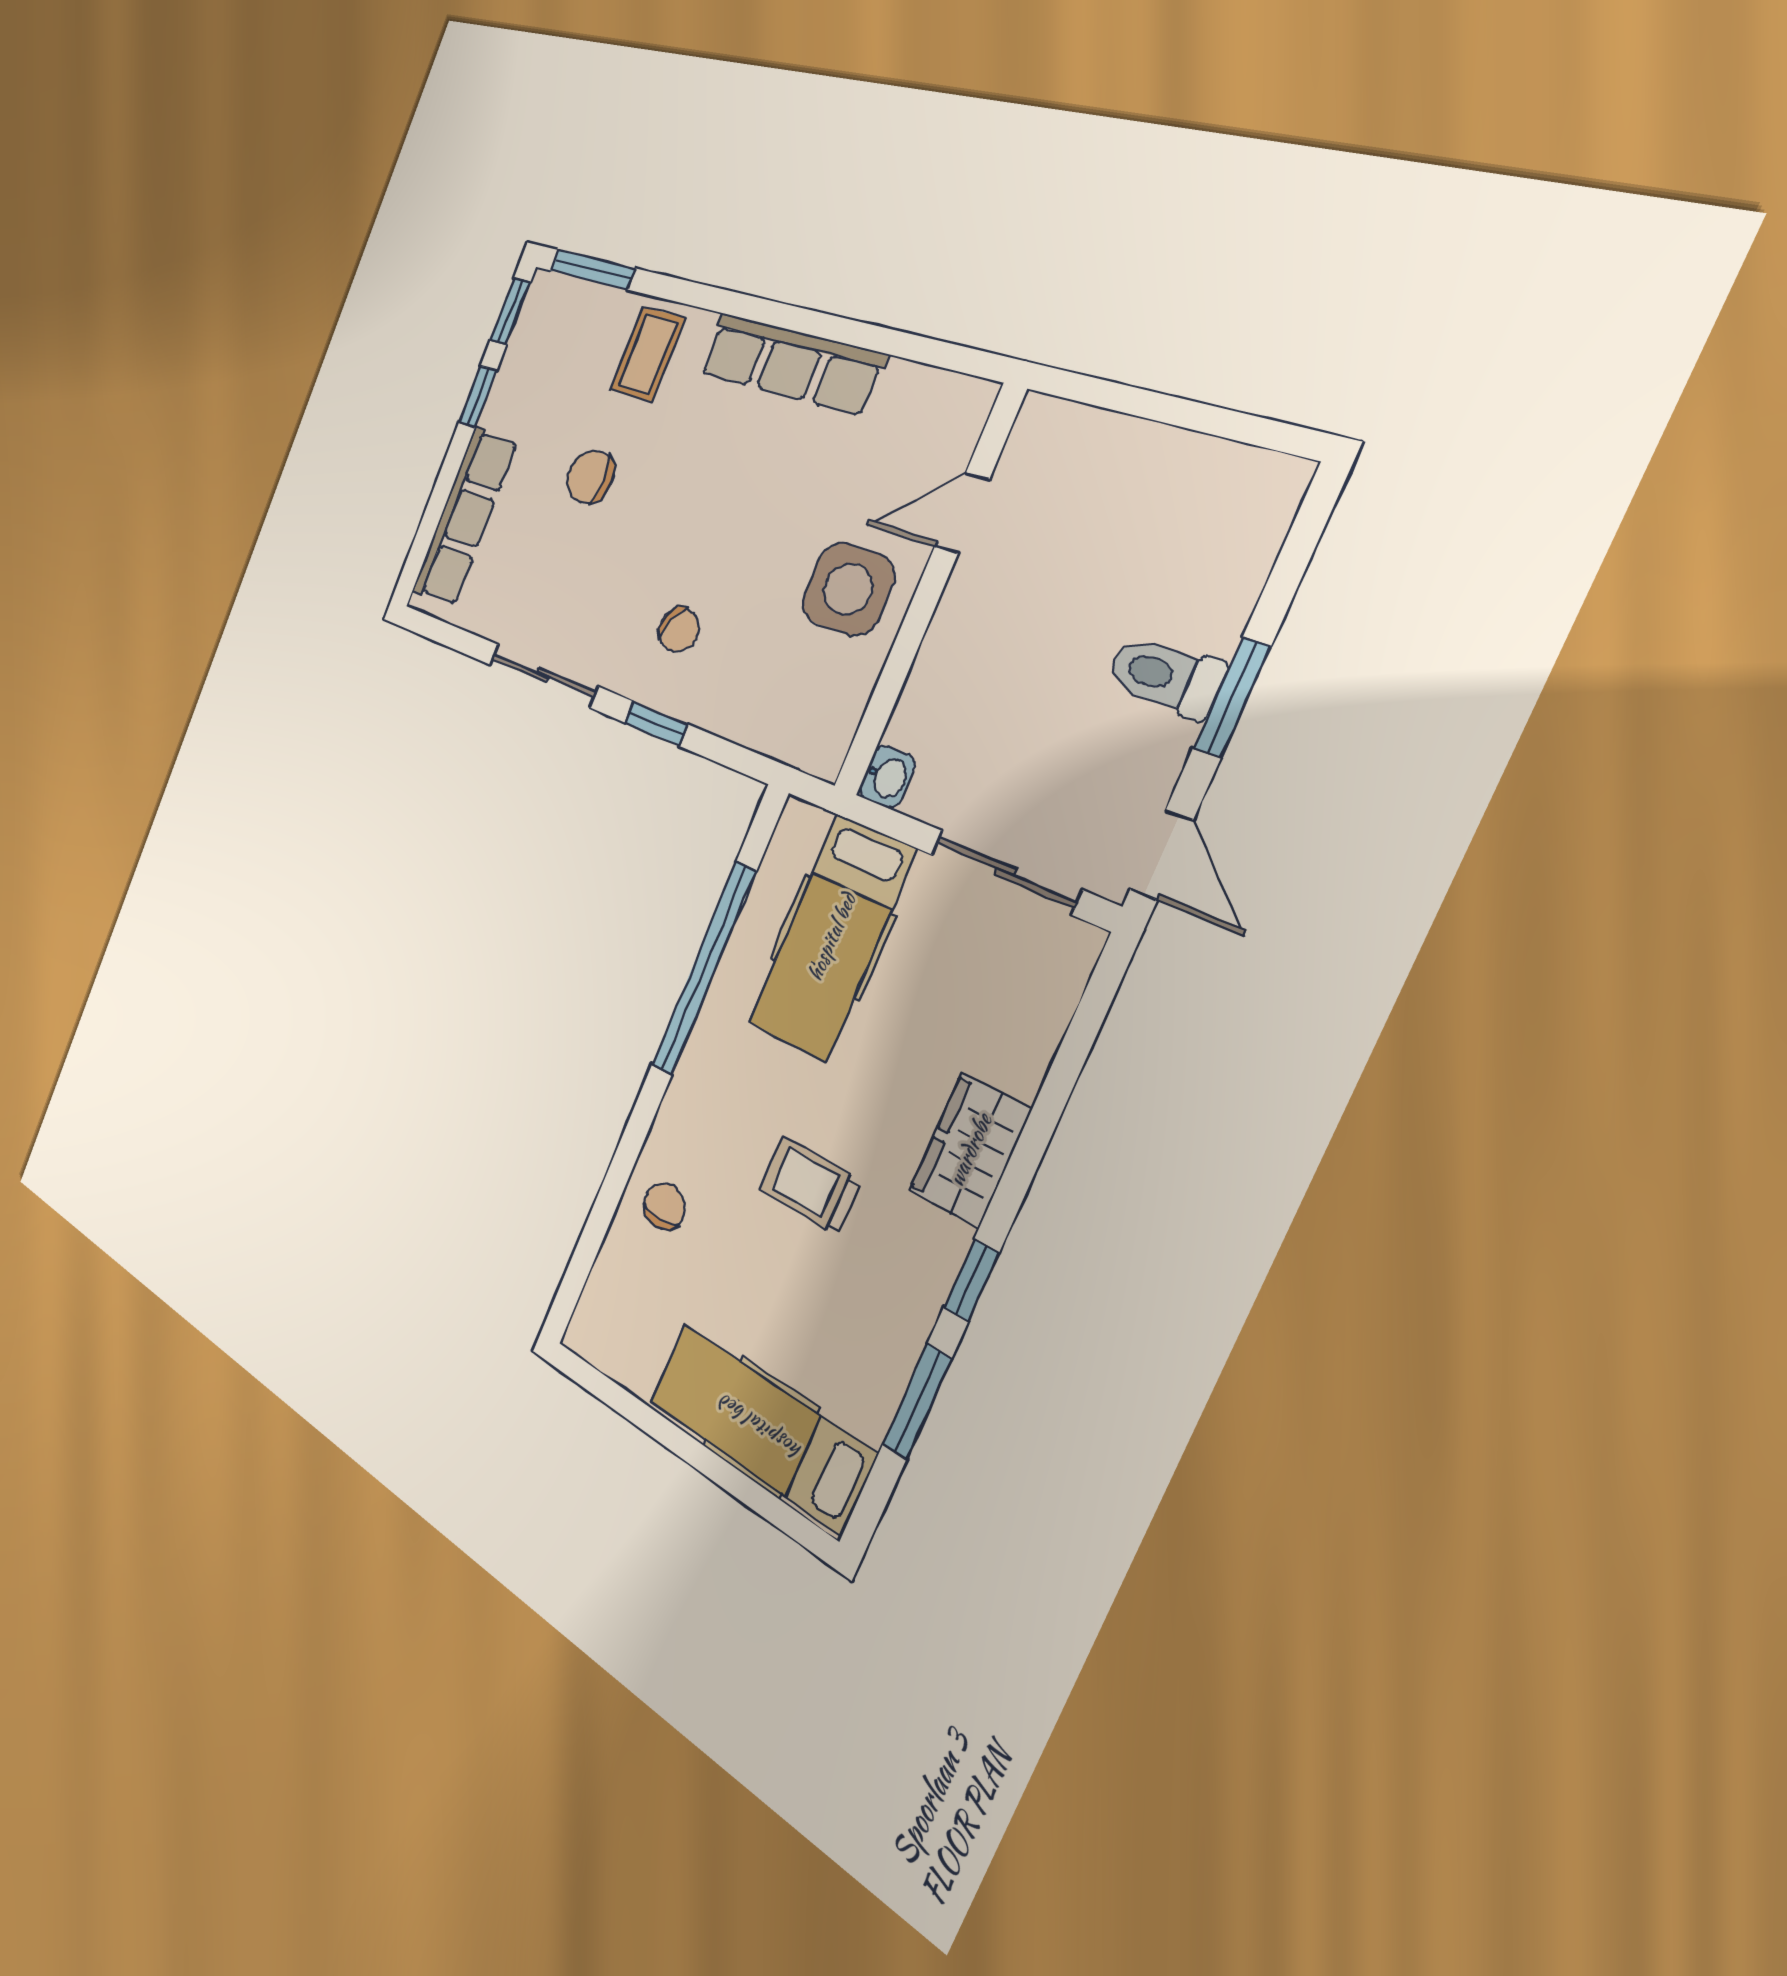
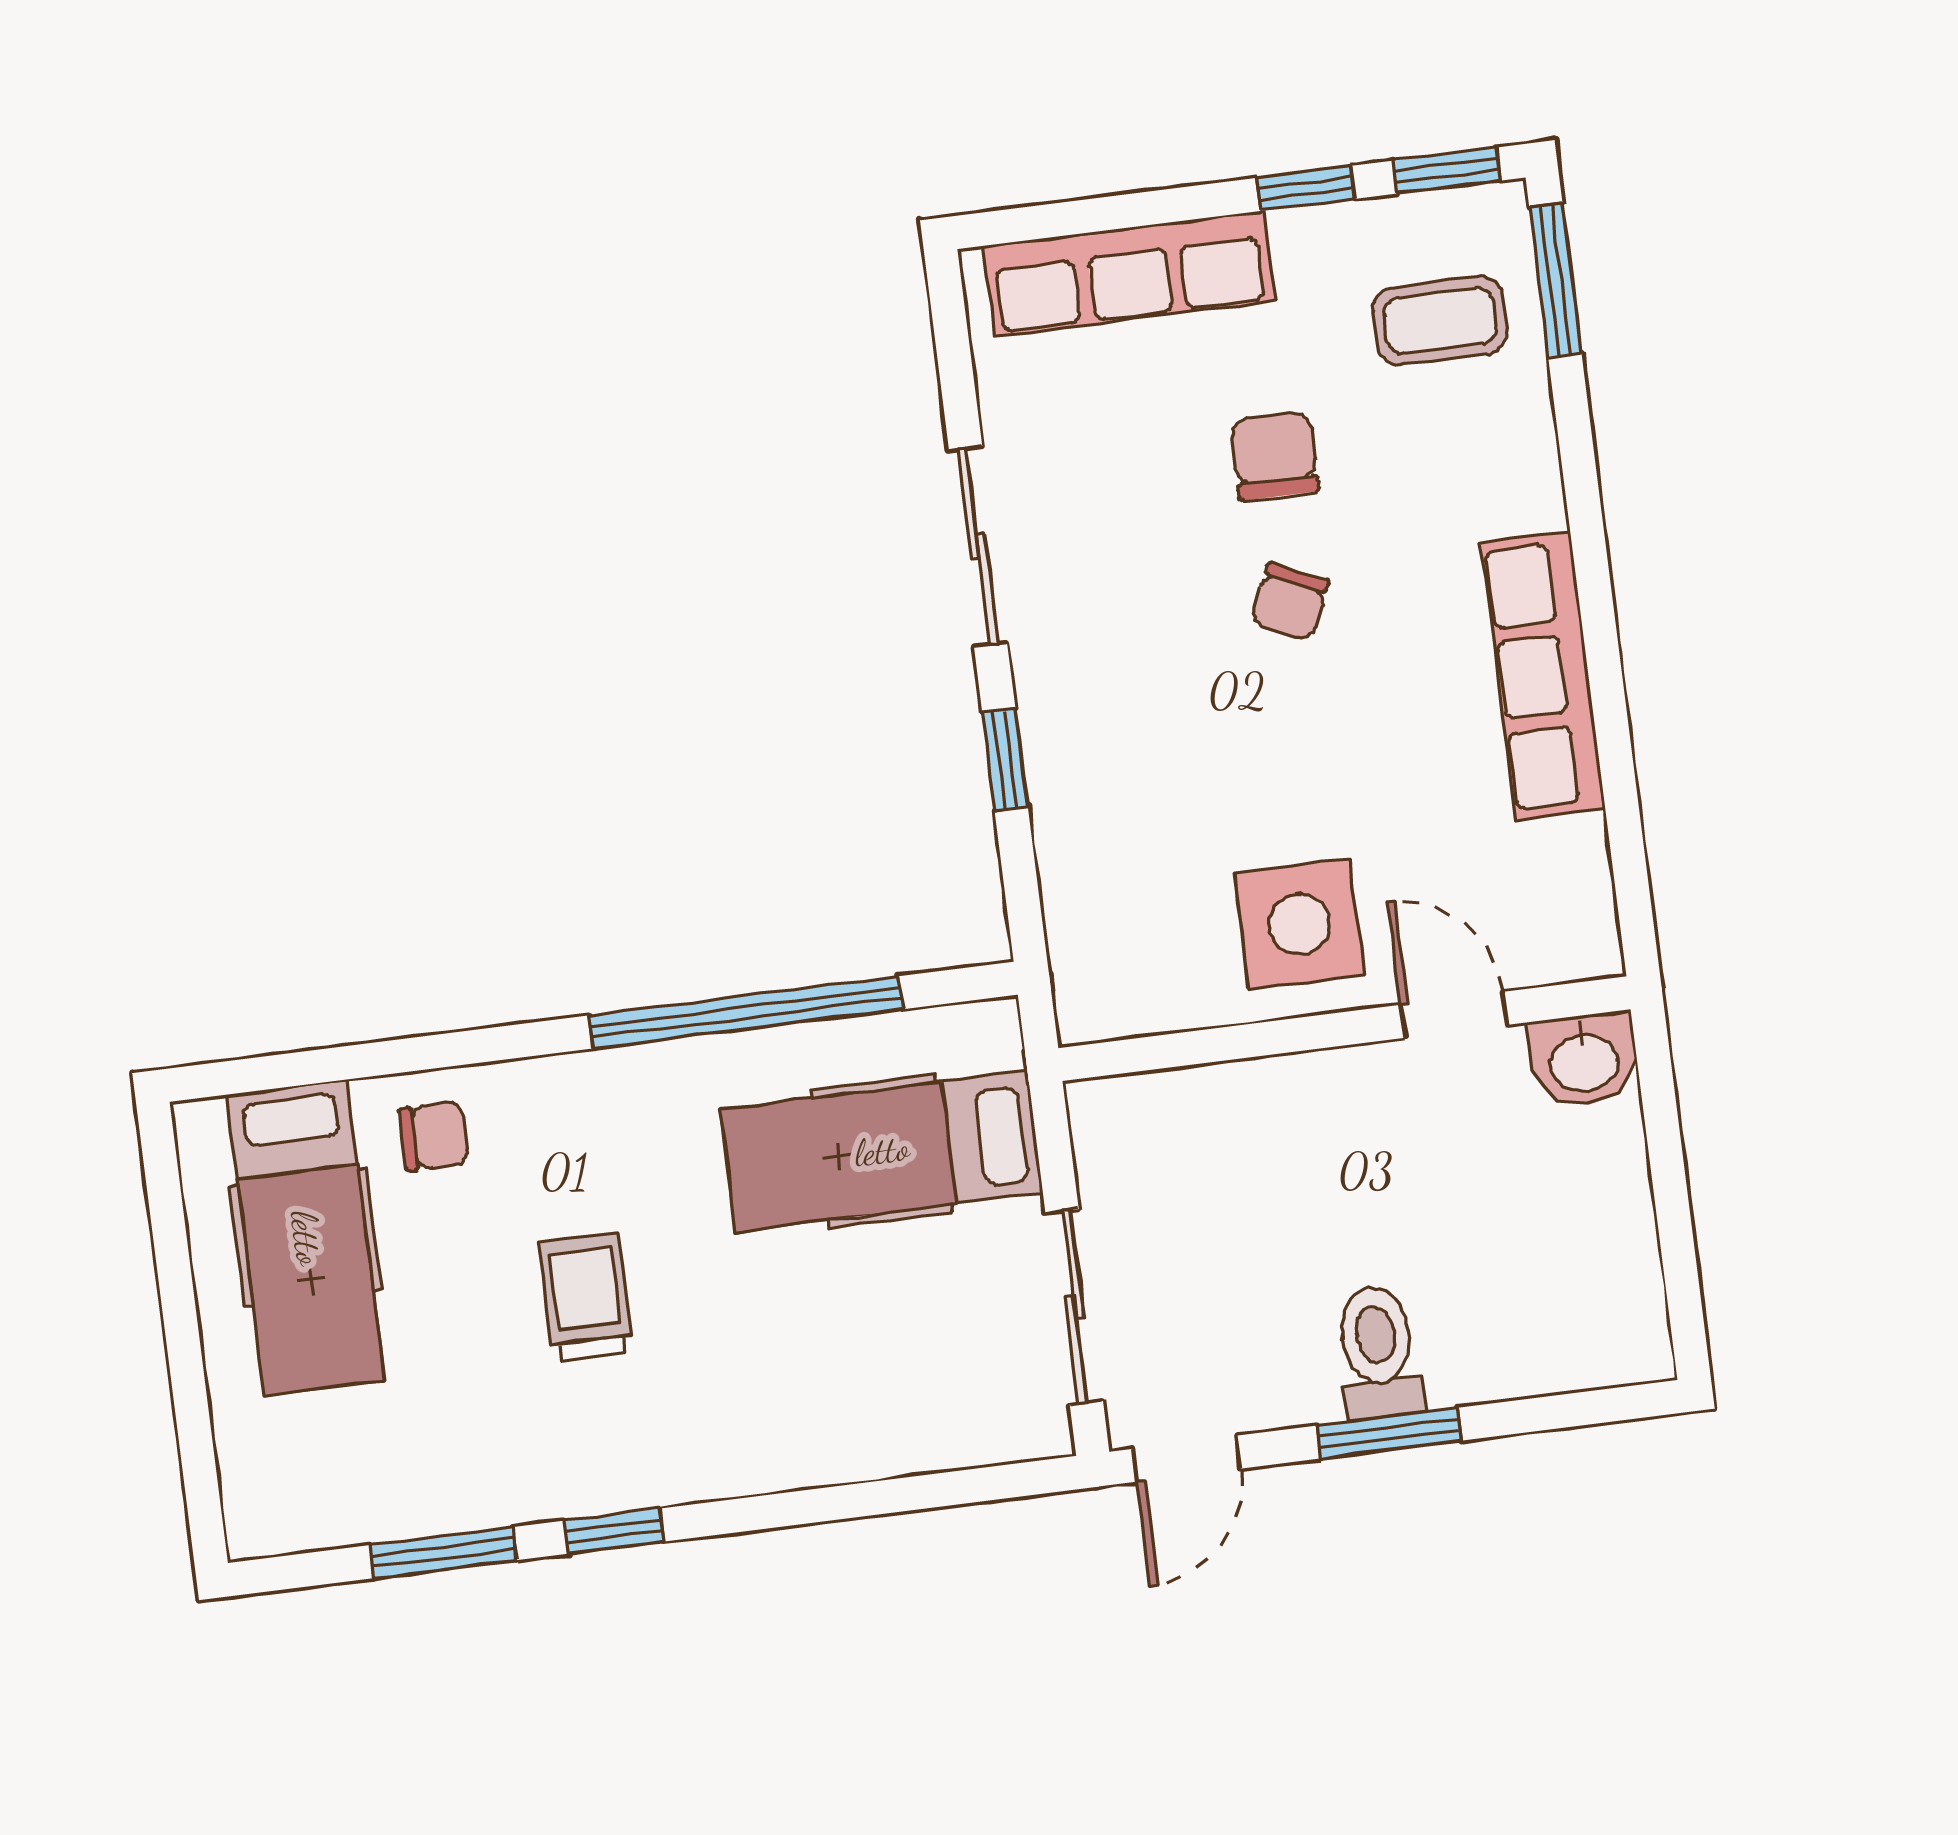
coffee table: (647, 354) -> (1440, 321), moved
chair: (679, 630) -> (1290, 602), moved
washbasin: (887, 777) -> (1584, 1060), moved, width x1.38, depth x1.45
wardrobe: (970, 1150) -> (750, 1448), removed
hospital bed: (761, 1427) -> (306, 1238), moved, turned 180

